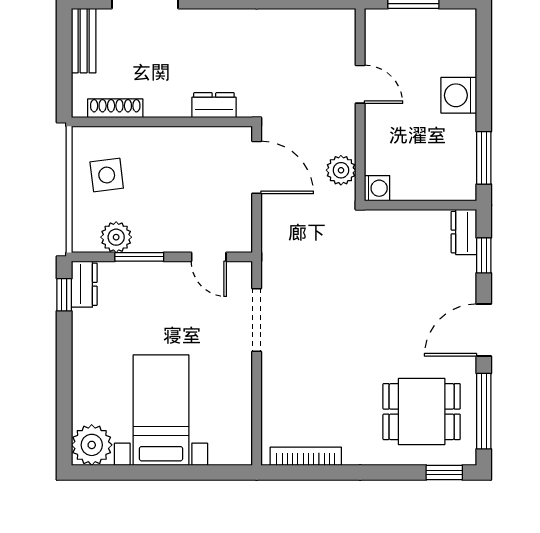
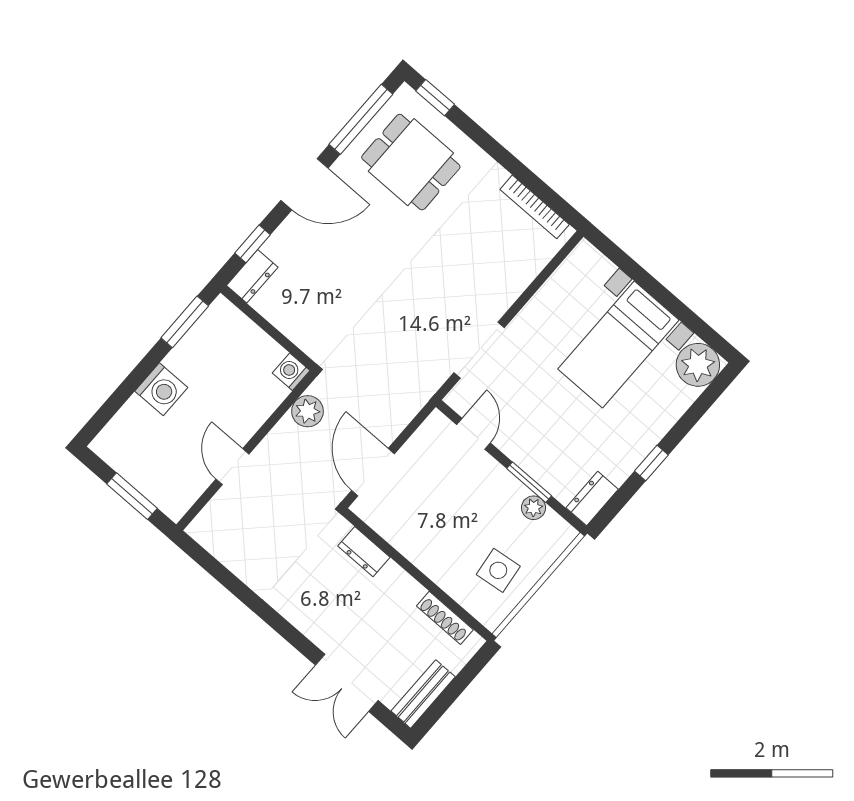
plant: (116, 237) -> (533, 508), width x0.73, depth x0.73
window: (64, 295) -> (651, 463), moved

